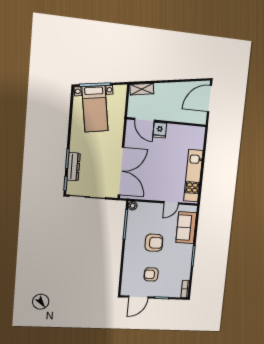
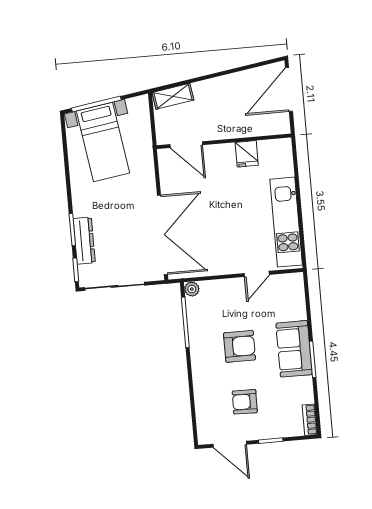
fridge: (160, 130) -> (247, 154), moved
sofa: (186, 228) -> (294, 349), moved
door: (138, 297) -> (230, 444), hinge flipped

